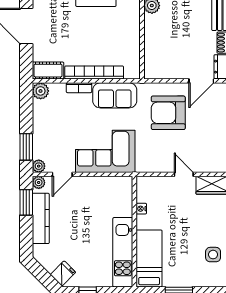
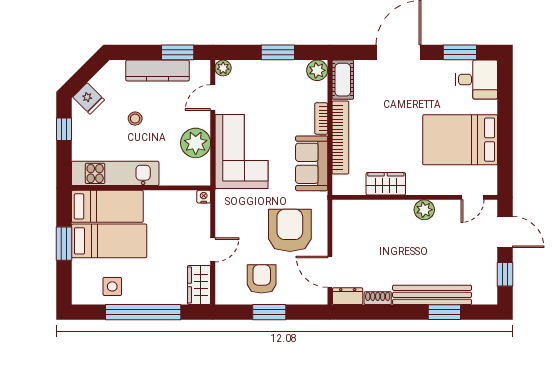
wardrobe: (131, 36) -> (386, 184), added
armchair: (207, 135) -> (262, 279), added
window: (26, 147) -> (278, 52), moved
door: (62, 174) -> (213, 98), hinge flipped
plant: (39, 182) -> (196, 143), moved, width x1.88, depth x1.88
nightstand: (141, 209) -> (204, 197), moved
stool: (79, 236) -> (135, 119), added
bed: (177, 257) -> (109, 241), added

